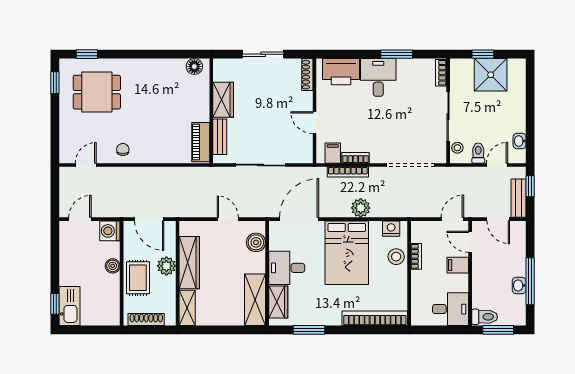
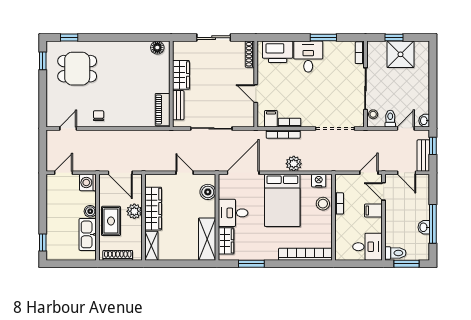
washbasin: (520, 141) -> (424, 121), moved
kitchen sink: (69, 306) -> (88, 234), moved, turned 180

